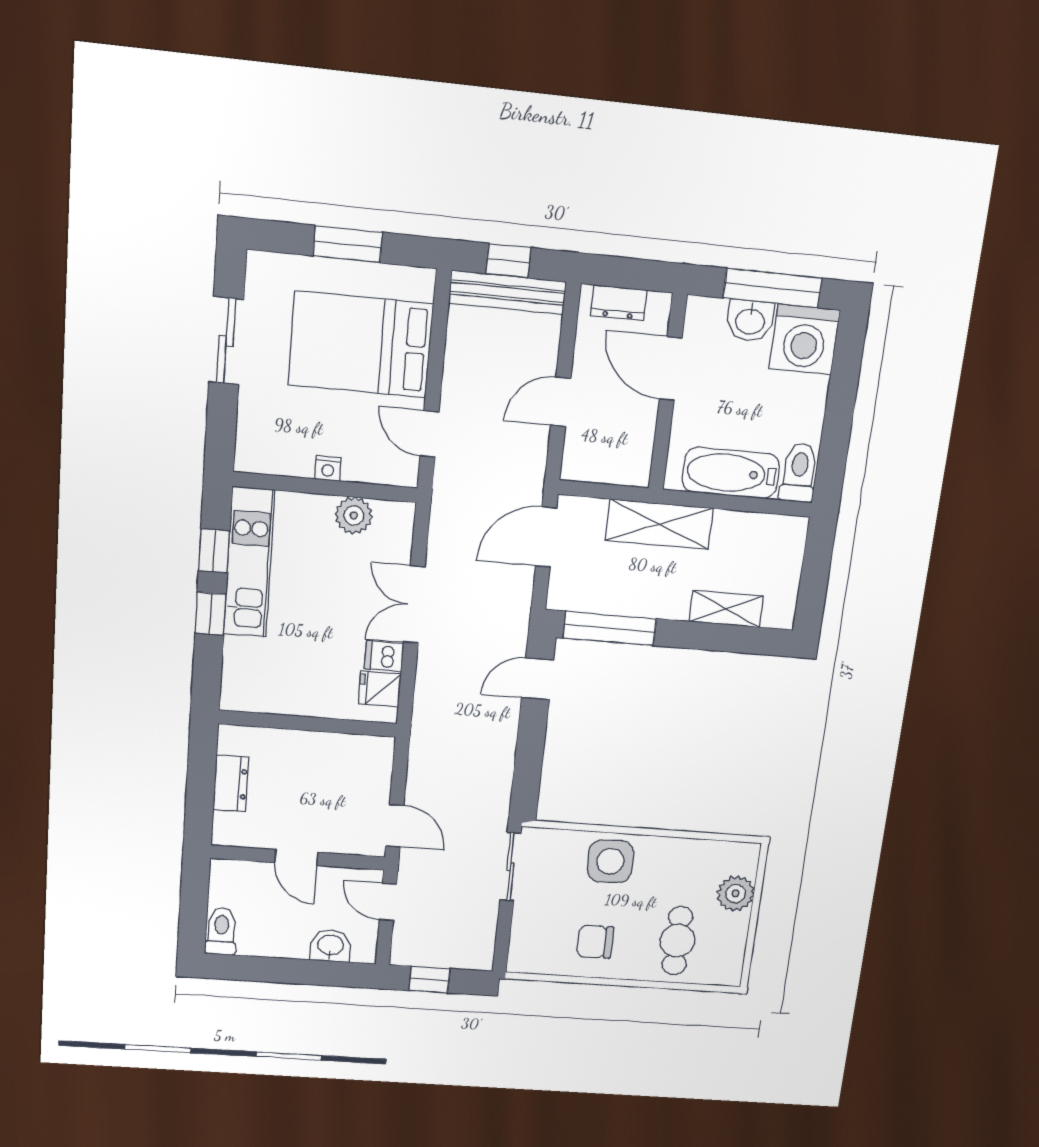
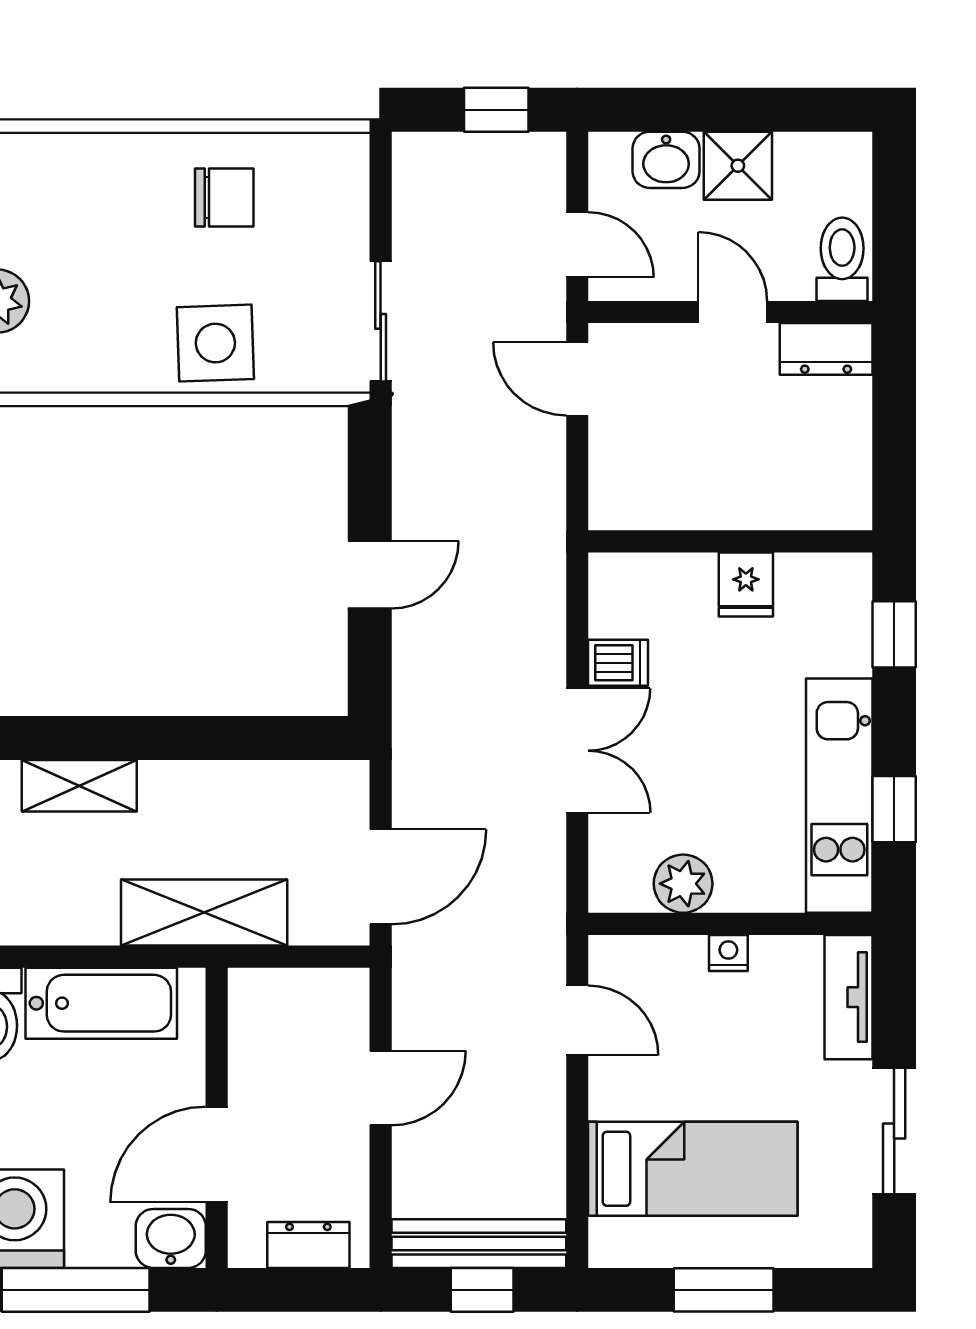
washbasin: (750, 320) -> (171, 1238), moved
bed: (361, 344) -> (693, 1169), width x0.67
door: (671, 369) -> (217, 1155), swing flipped
tv unit: (251, 433) -> (849, 997), added
window: (210, 614) -> (894, 634), moved
window: (610, 628) -> (263, 738), removed
door: (538, 679) -> (370, 575), moved
fridge: (380, 689) -> (746, 584), moved, turned 90
dresser: (231, 783) -> (826, 349), moved, turned -90
toilet: (221, 931) -> (842, 259), moved, turned 180
shower: (287, 940) -> (738, 166), added
cafe table: (677, 941) -> (85, 209), removed

